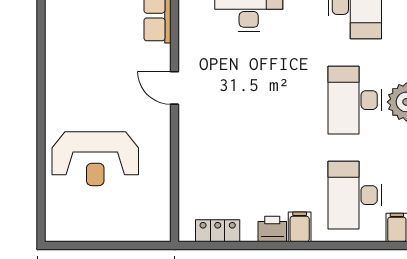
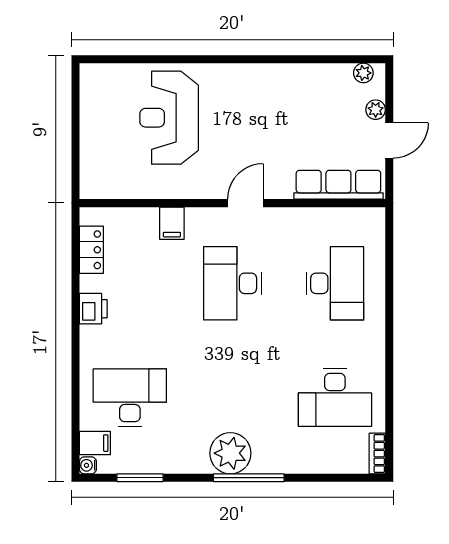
desk: (355, 100) -> (232, 283), moved, turned -90
filing cabinet: (300, 227) -> (172, 223), moved, turned 90

